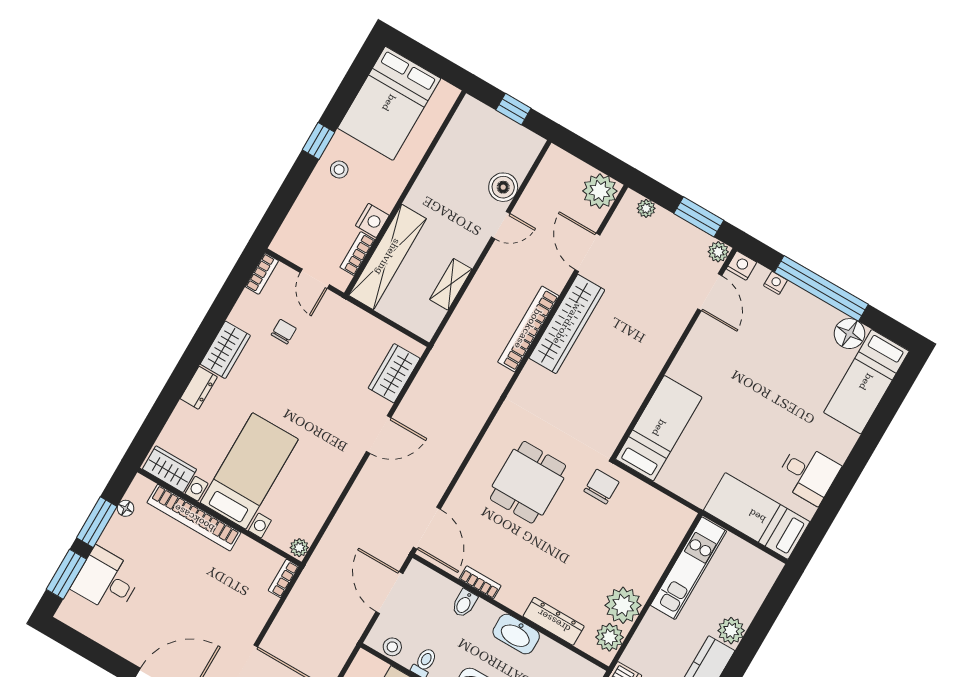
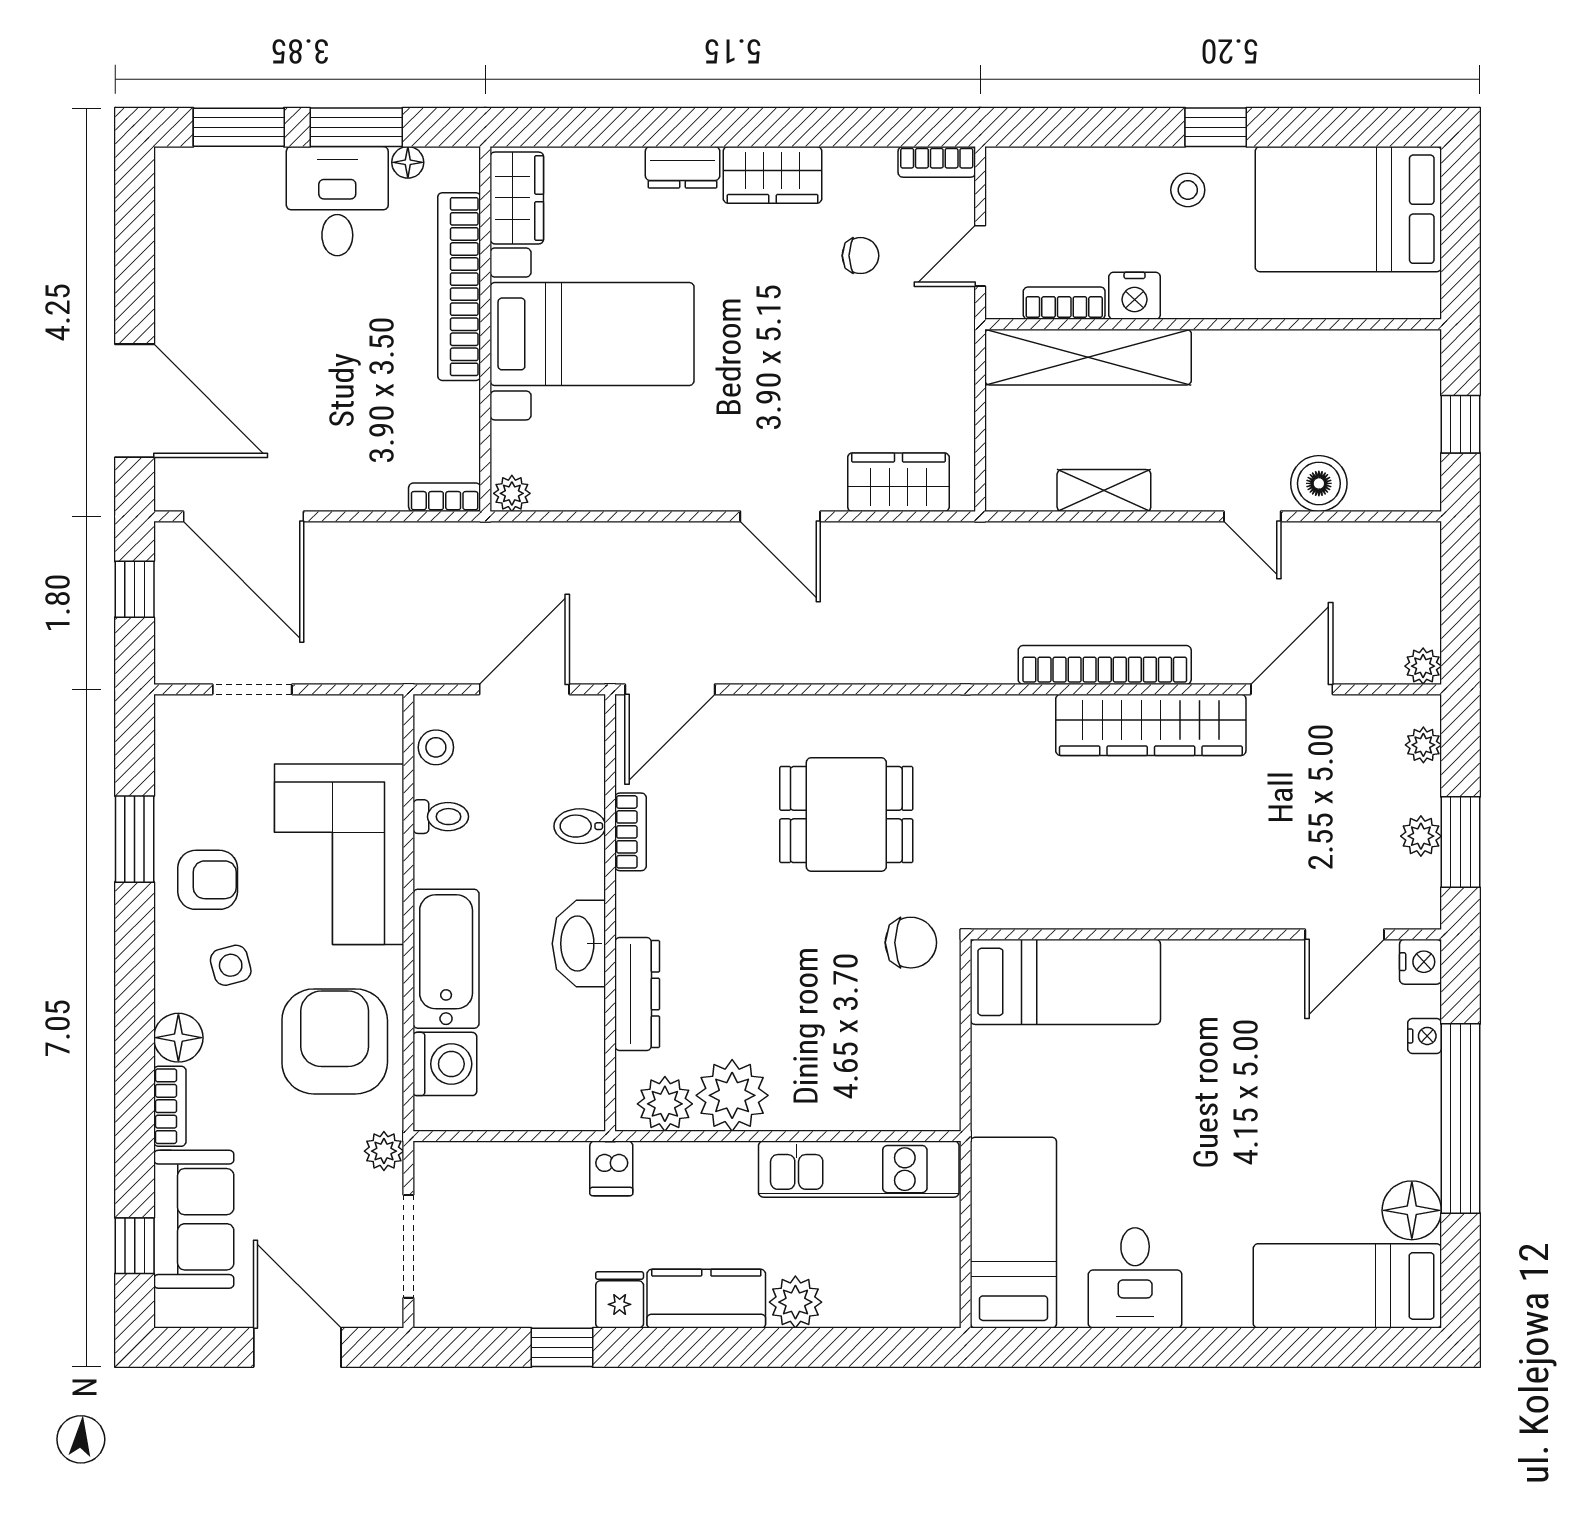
plant: (600, 191) -> (1423, 666), width x0.53, depth x0.53
plant: (718, 252) -> (1421, 836), moved
desk: (107, 581) -> (337, 201), moved

